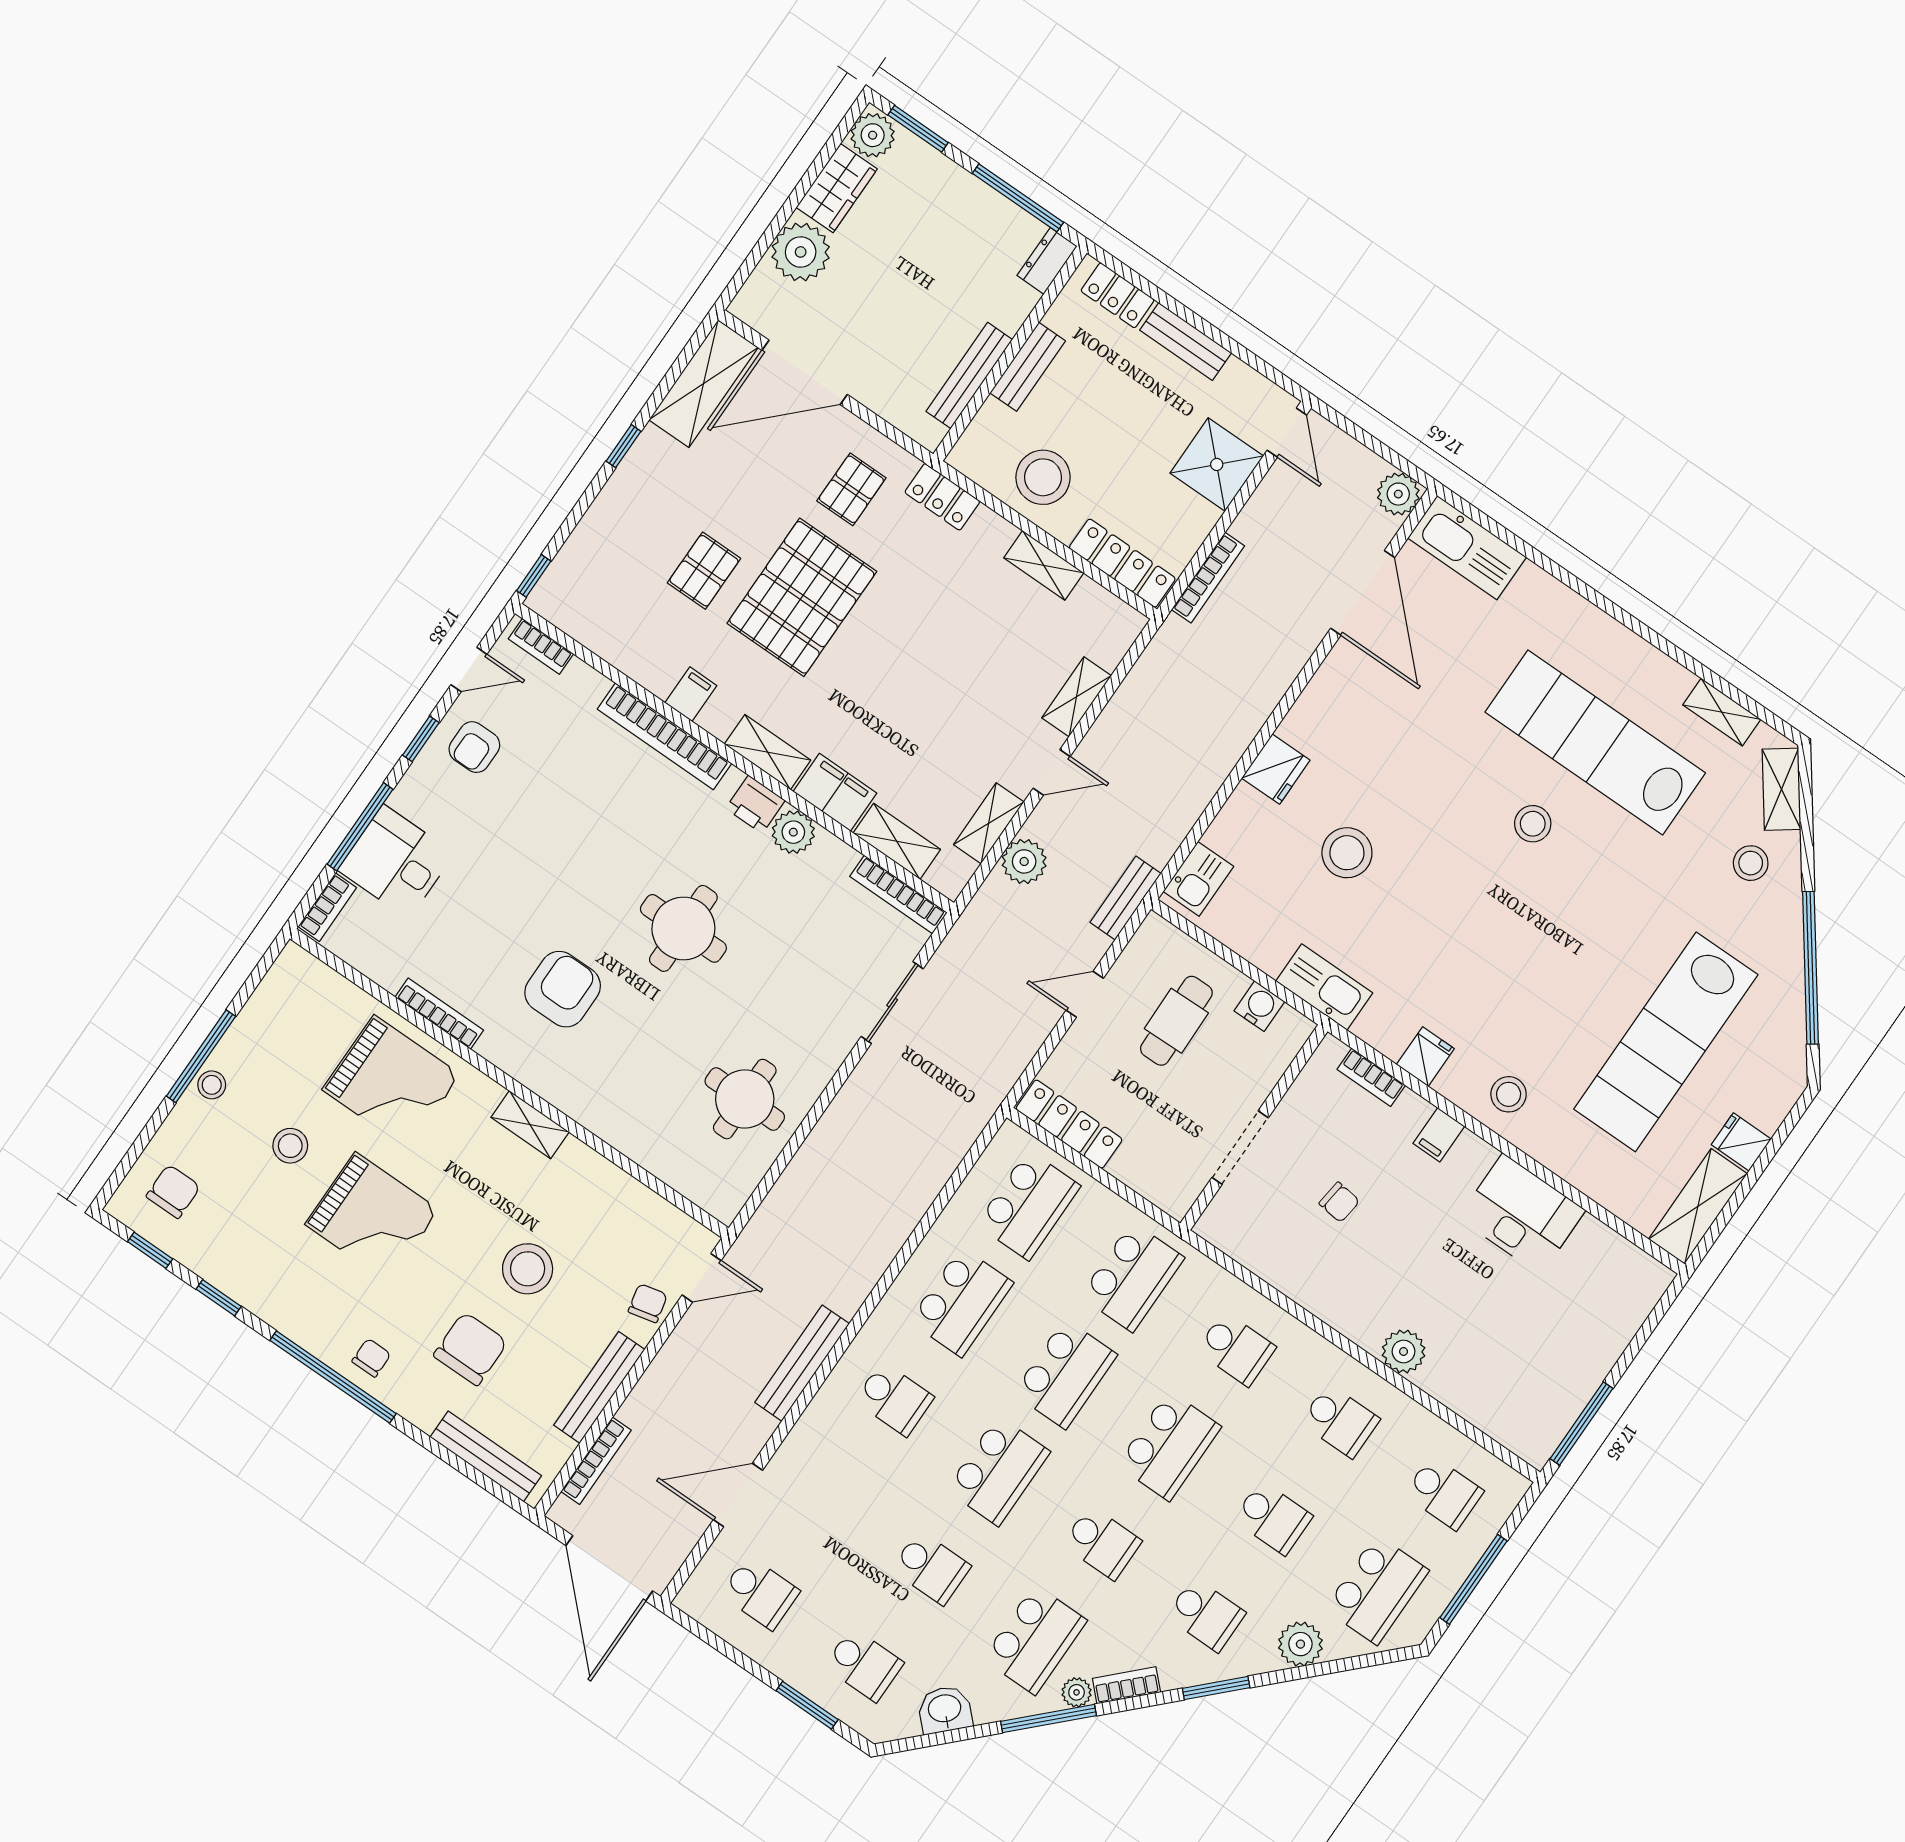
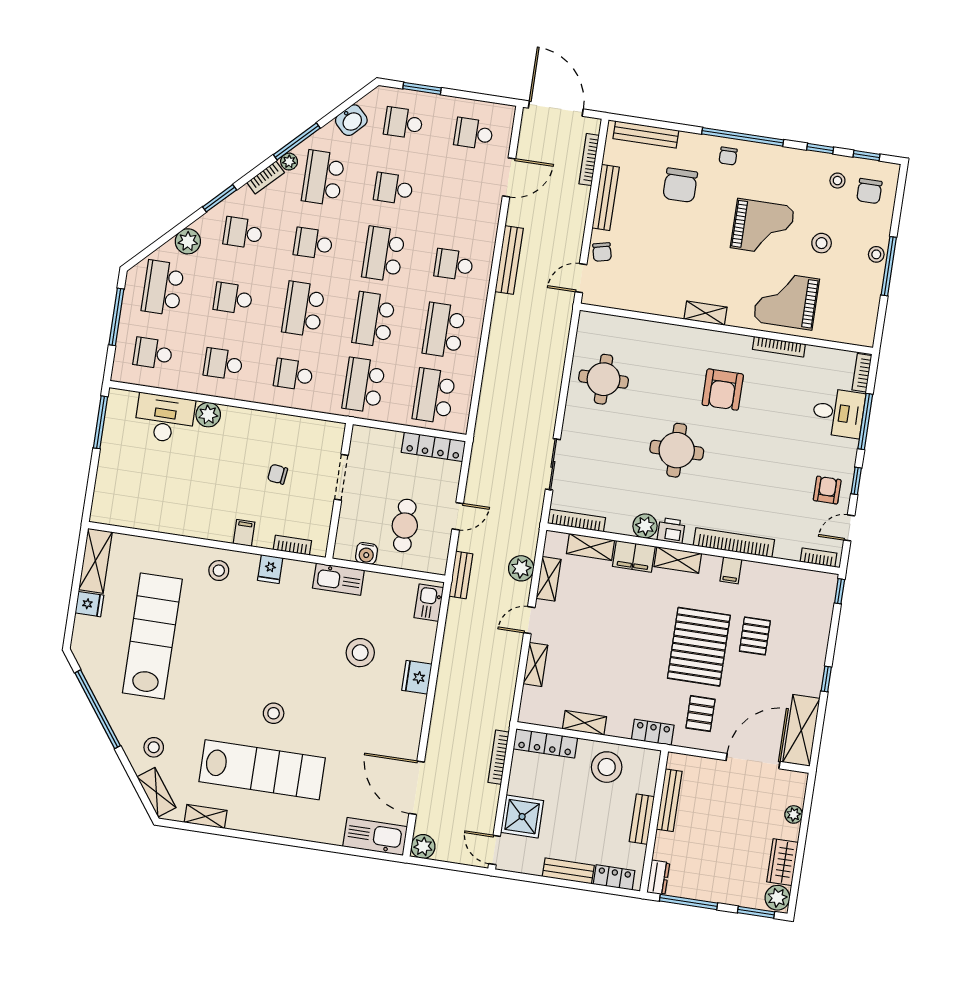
plant: (801, 252) -> (794, 814), width x0.53, depth x0.53
desk: (1522, 1214) -> (165, 418), moved, turned 180
grand piano: (372, 1217) -> (763, 227), turned 180
stool: (528, 1269) -> (837, 181), moved, width x0.53, depth x0.53

